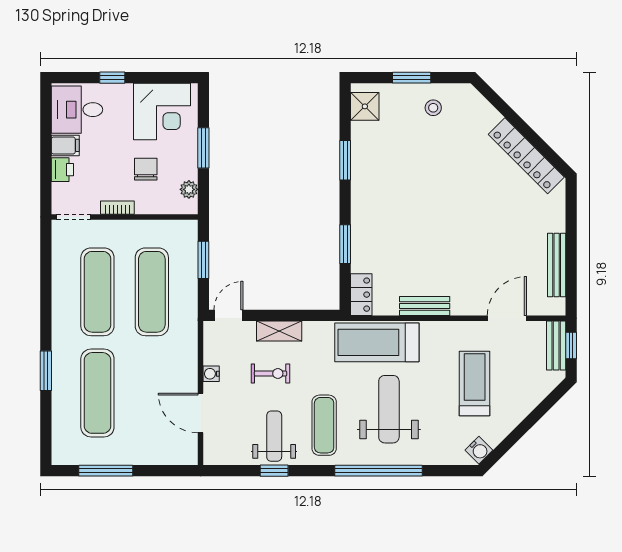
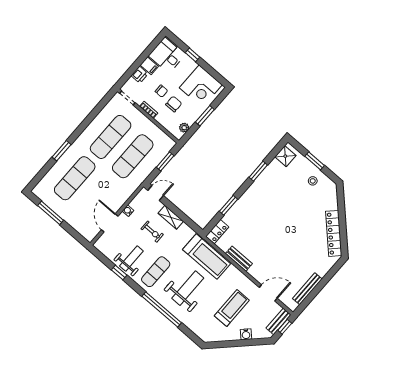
chair: (113, 166) -> (161, 91), added
treadmill: (377, 342) -> (207, 257), turned 180
water cooler: (479, 450) -> (246, 334), moved

